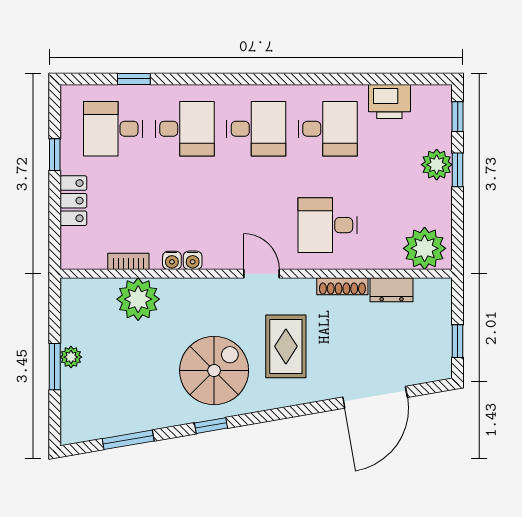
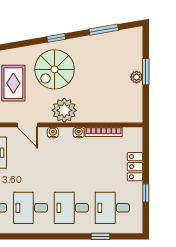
desk: (113, 129) -> (112, 208), turned 180
water cooler: (193, 260) -> (53, 133), moved
bookcase: (128, 261) -> (104, 132), width x1.56
plant: (138, 299) -> (64, 110), moved

